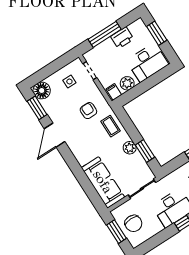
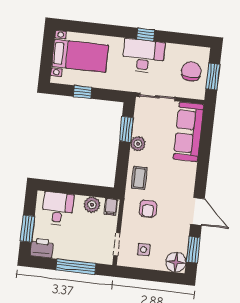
printer: (122, 38) -> (42, 248), moved
desk: (147, 62) -> (58, 209), width x0.73
door: (55, 135) -> (197, 212), hinge flipped

